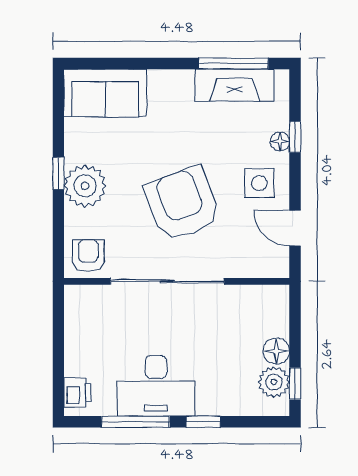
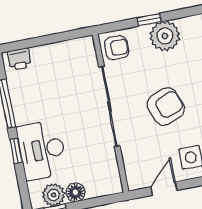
window: (58, 173) -> (149, 20), moved
armchair: (183, 204) -> (166, 107), width x0.73, depth x0.73
desk: (156, 386) -> (42, 150), moved

